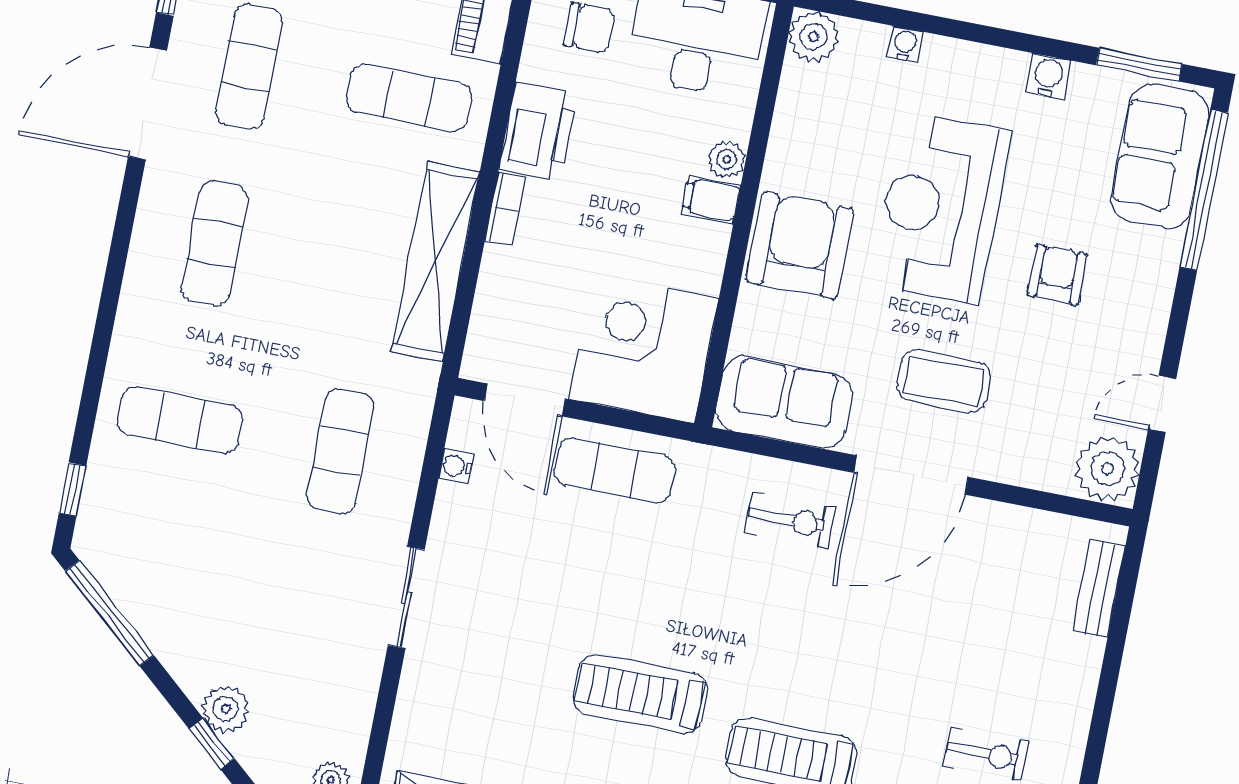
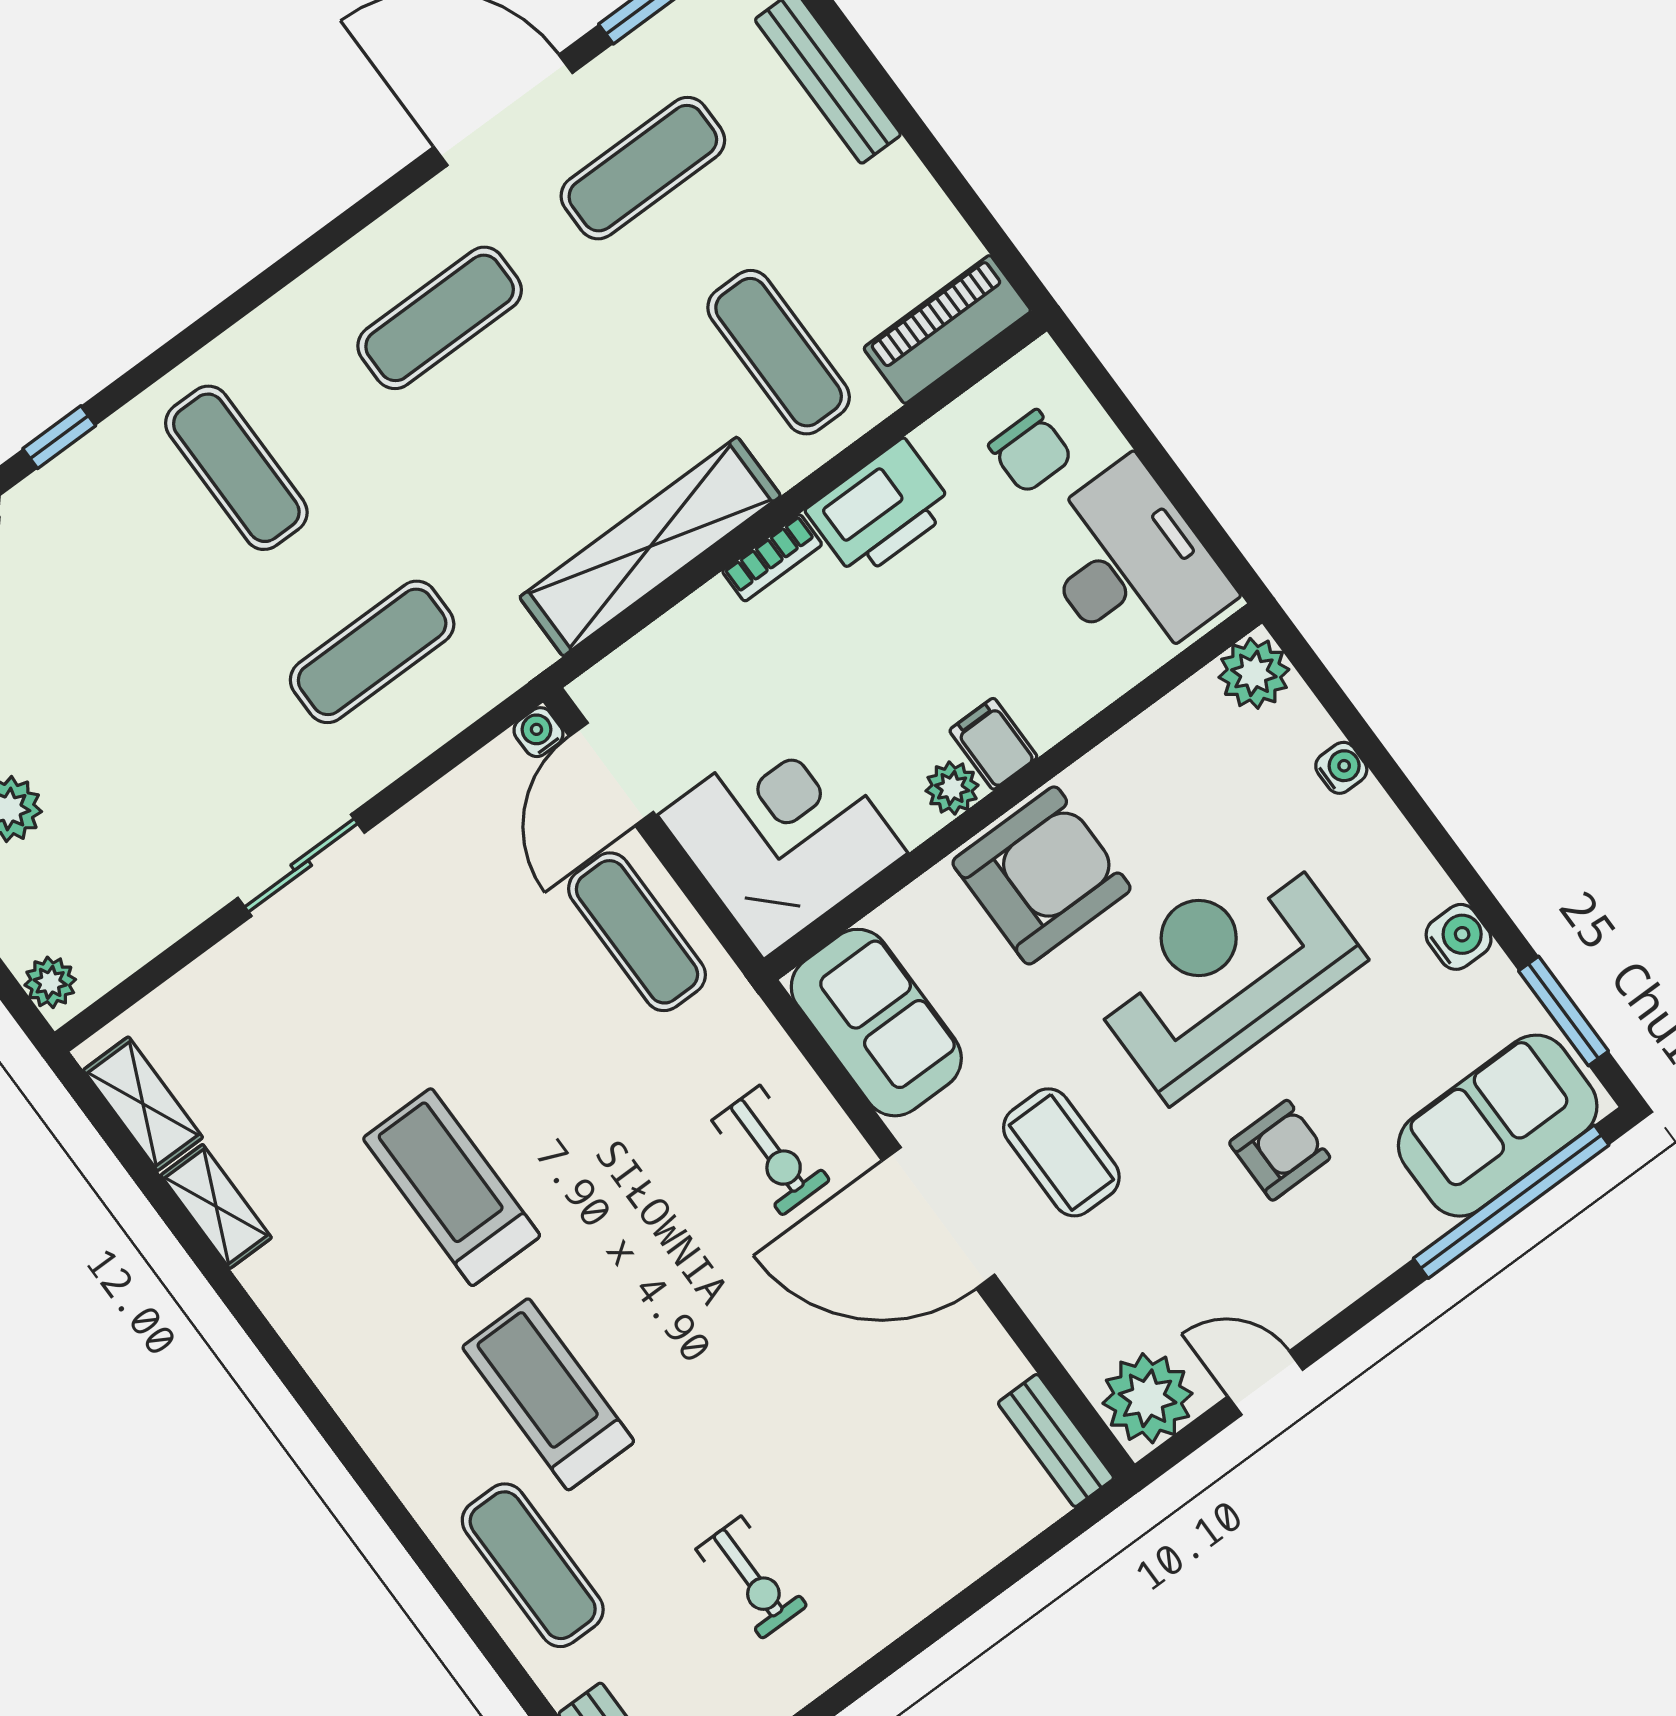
plant: (727, 159) -> (952, 788), moved
water cooler: (456, 466) -> (538, 732), moved
bench: (1099, 589) -> (1056, 1441), moved, turned 90

